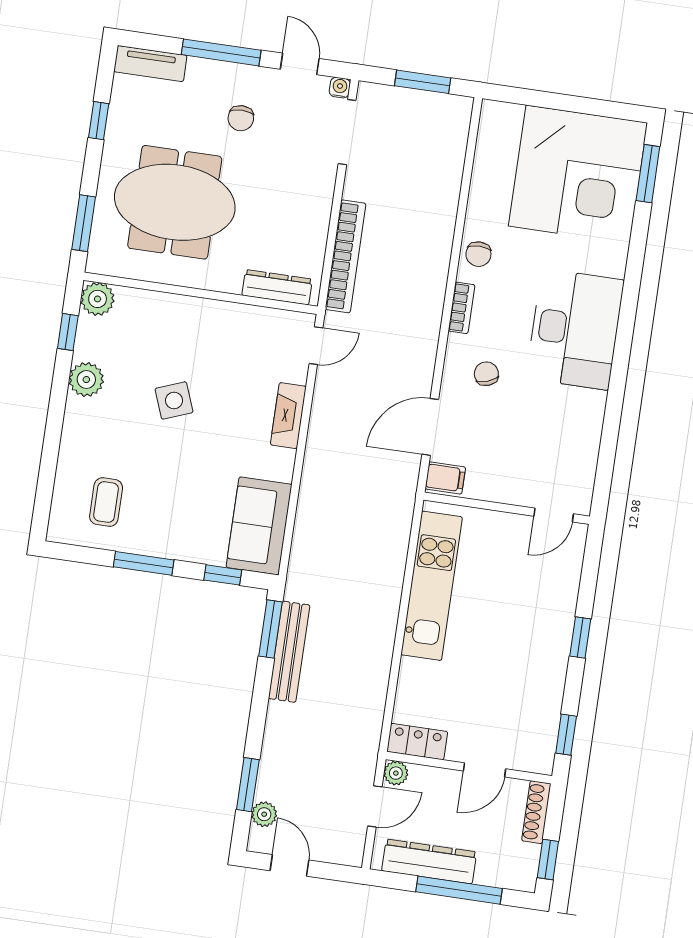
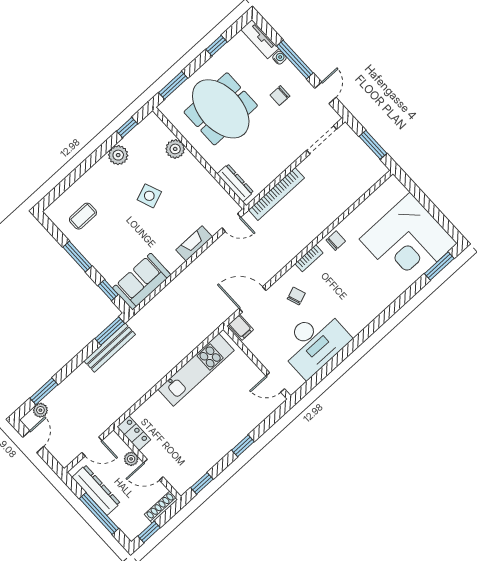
water cooler: (340, 88) -> (279, 58), moved
chair: (478, 254) -> (336, 241), turned 180
plant: (98, 299) -> (175, 149), moved
desk: (575, 329) -> (314, 343), moved
plant: (396, 773) -> (131, 459), moved

